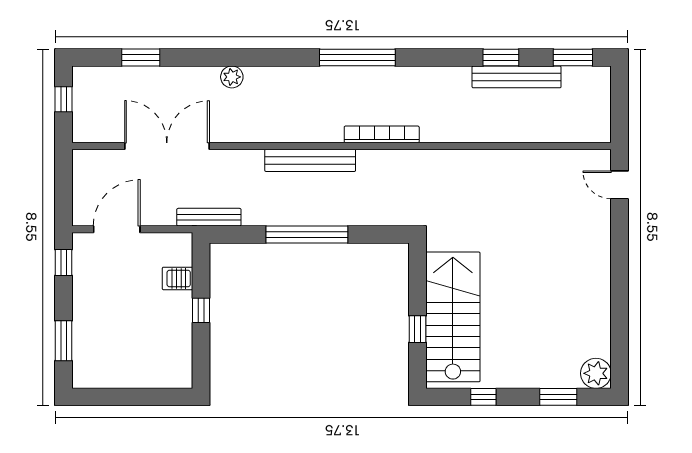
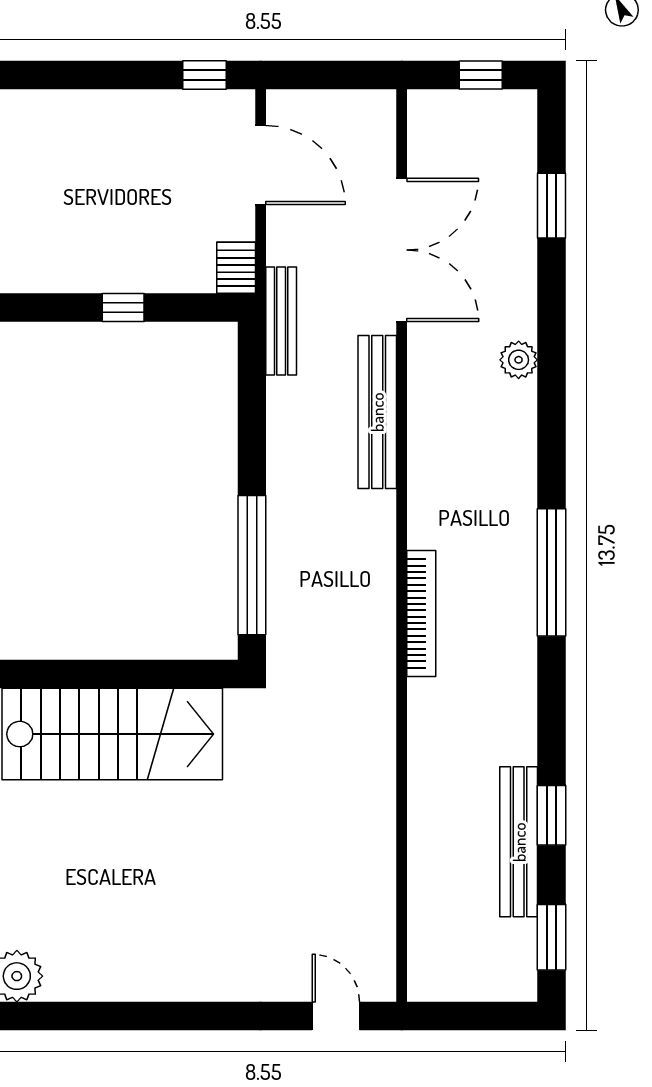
bench: (310, 160) -> (377, 412), moved
door: (619, 185) -> (336, 1016), hinge flipped
window: (307, 234) -> (252, 565), moved
server rack: (178, 278) -> (236, 268), moved
window: (417, 329) -> (92, 674), removed
window: (64, 341) -> (72, 75), removed

